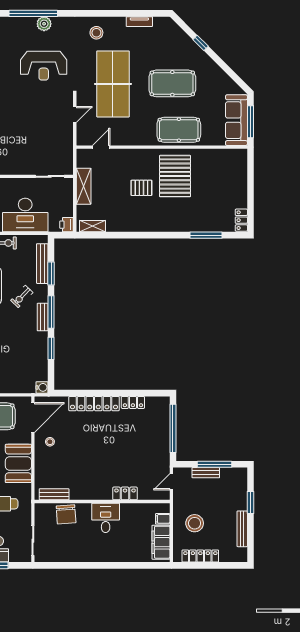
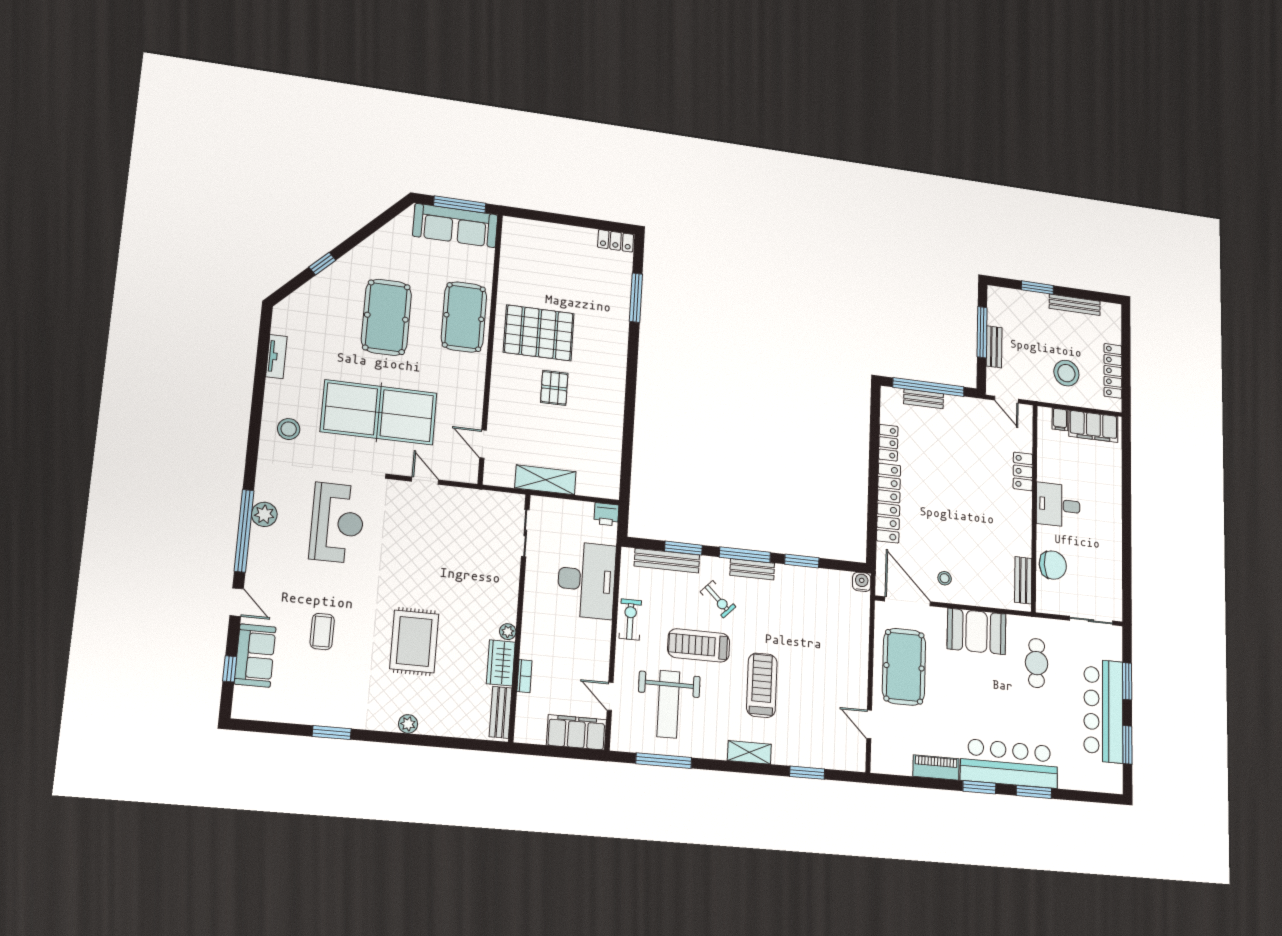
shelving: (92, 226) -> (611, 473), removed
bench: (165, 425) -> (924, 399), added

